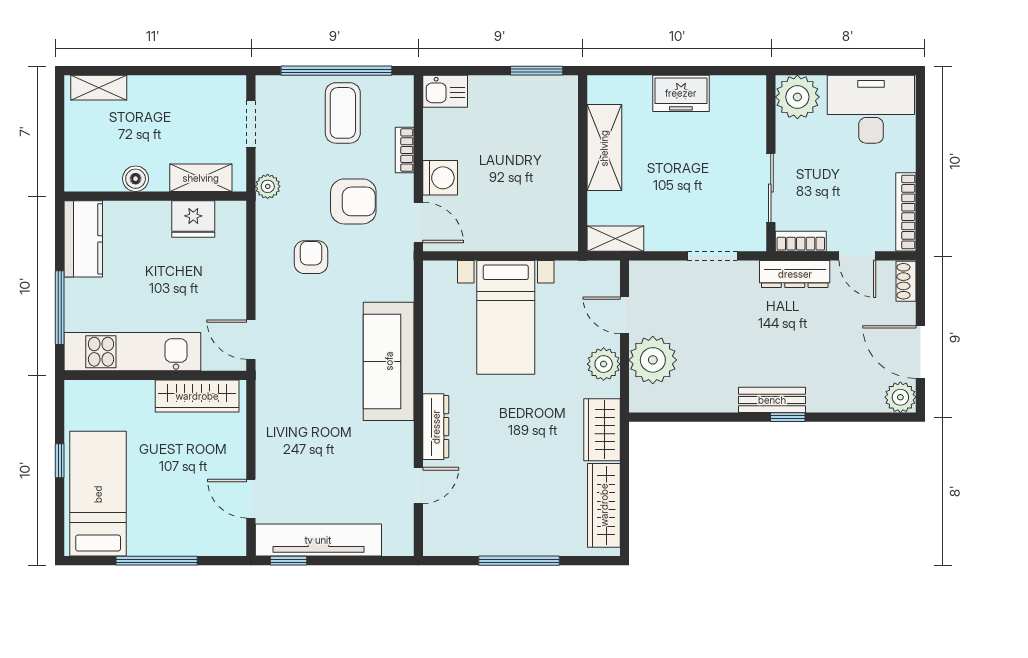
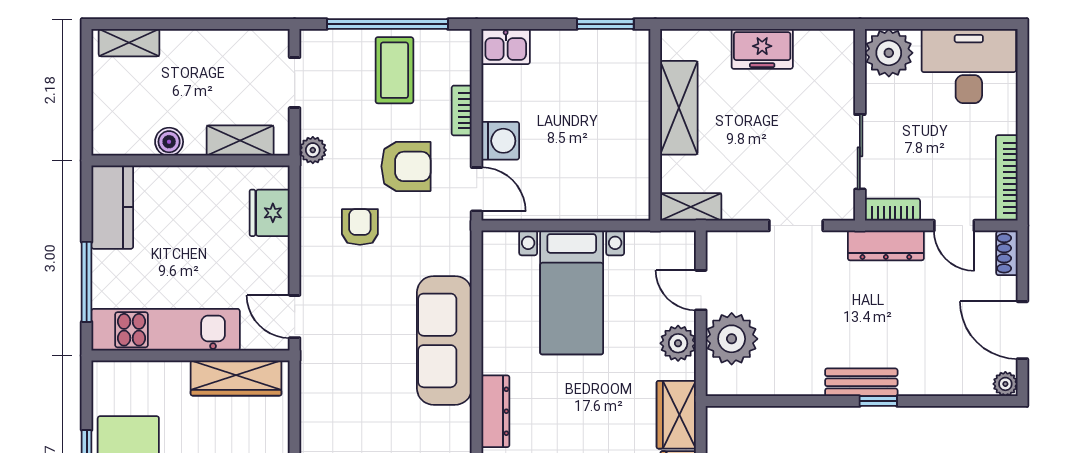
fridge: (193, 219) -> (270, 213), moved, turned 90
plant: (900, 397) -> (1005, 384), width x0.73, depth x0.73

